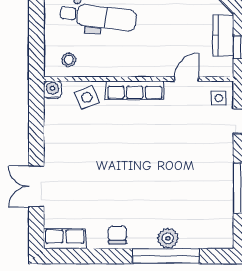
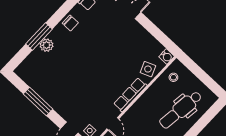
window: (166, 256) -> (39, 36), width x0.68

